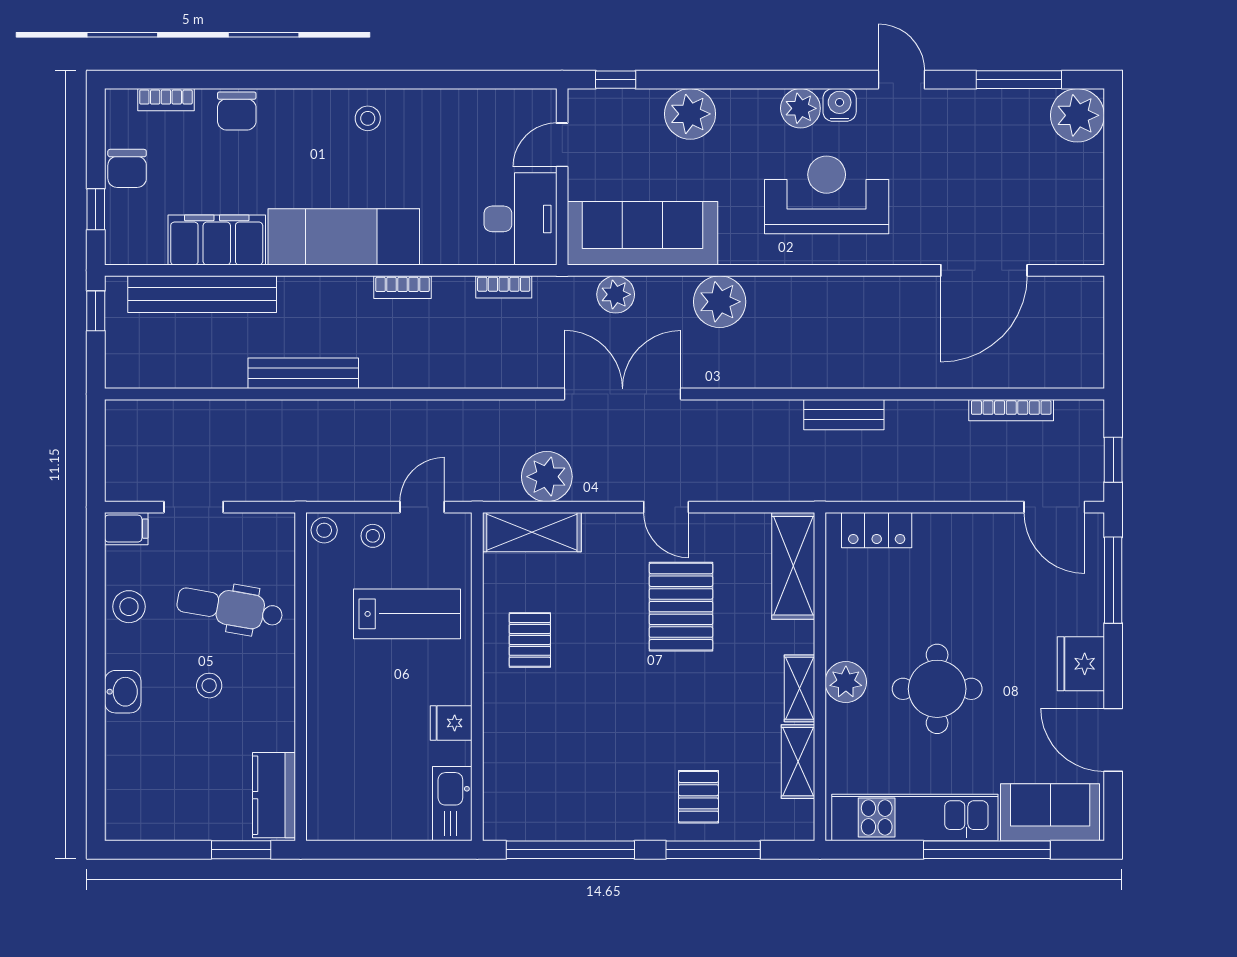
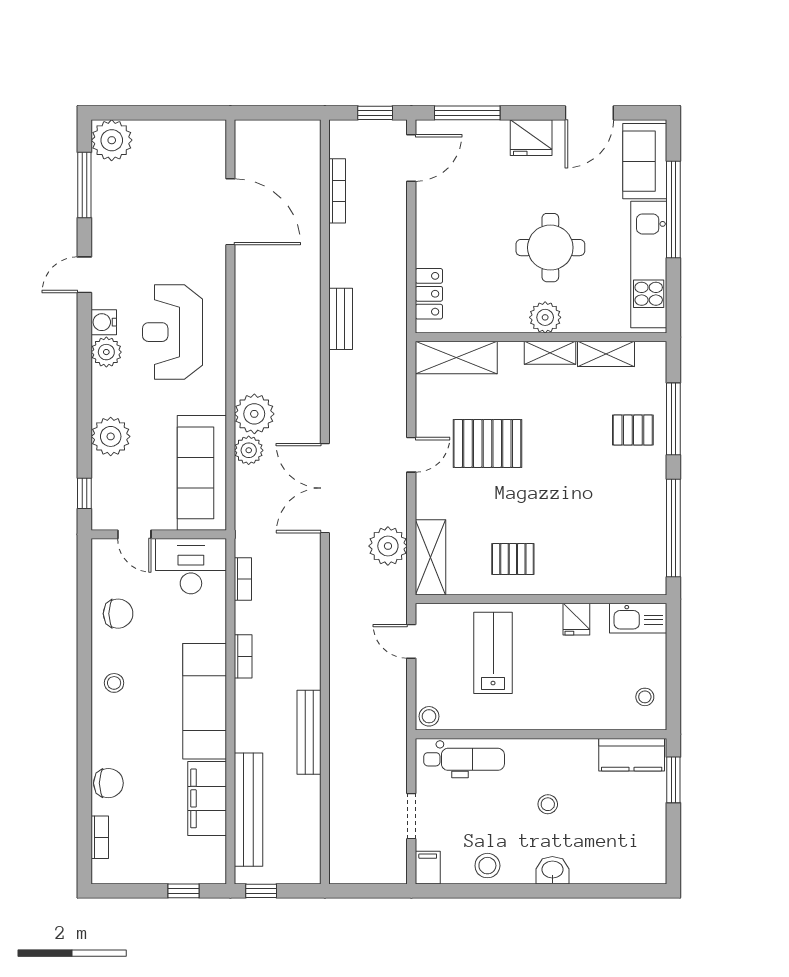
chair: (127, 168) -> (118, 614), moved
plant: (616, 294) -> (249, 450), moved
stool: (373, 536) -> (645, 697), moved
dental chair: (230, 608) -> (464, 759), moved, turned -100

